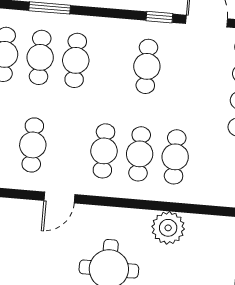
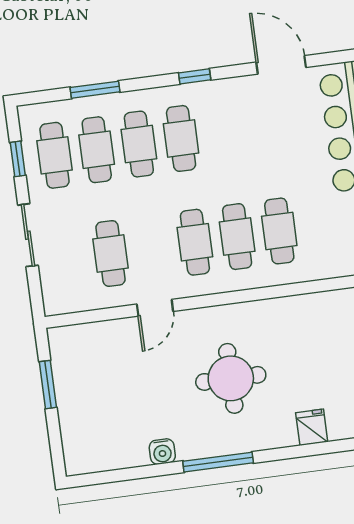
window: (159, 17) -> (195, 76), moved
cafe table: (147, 66) -> (181, 138), moved
plant: (168, 228) -> (289, 315), removed

